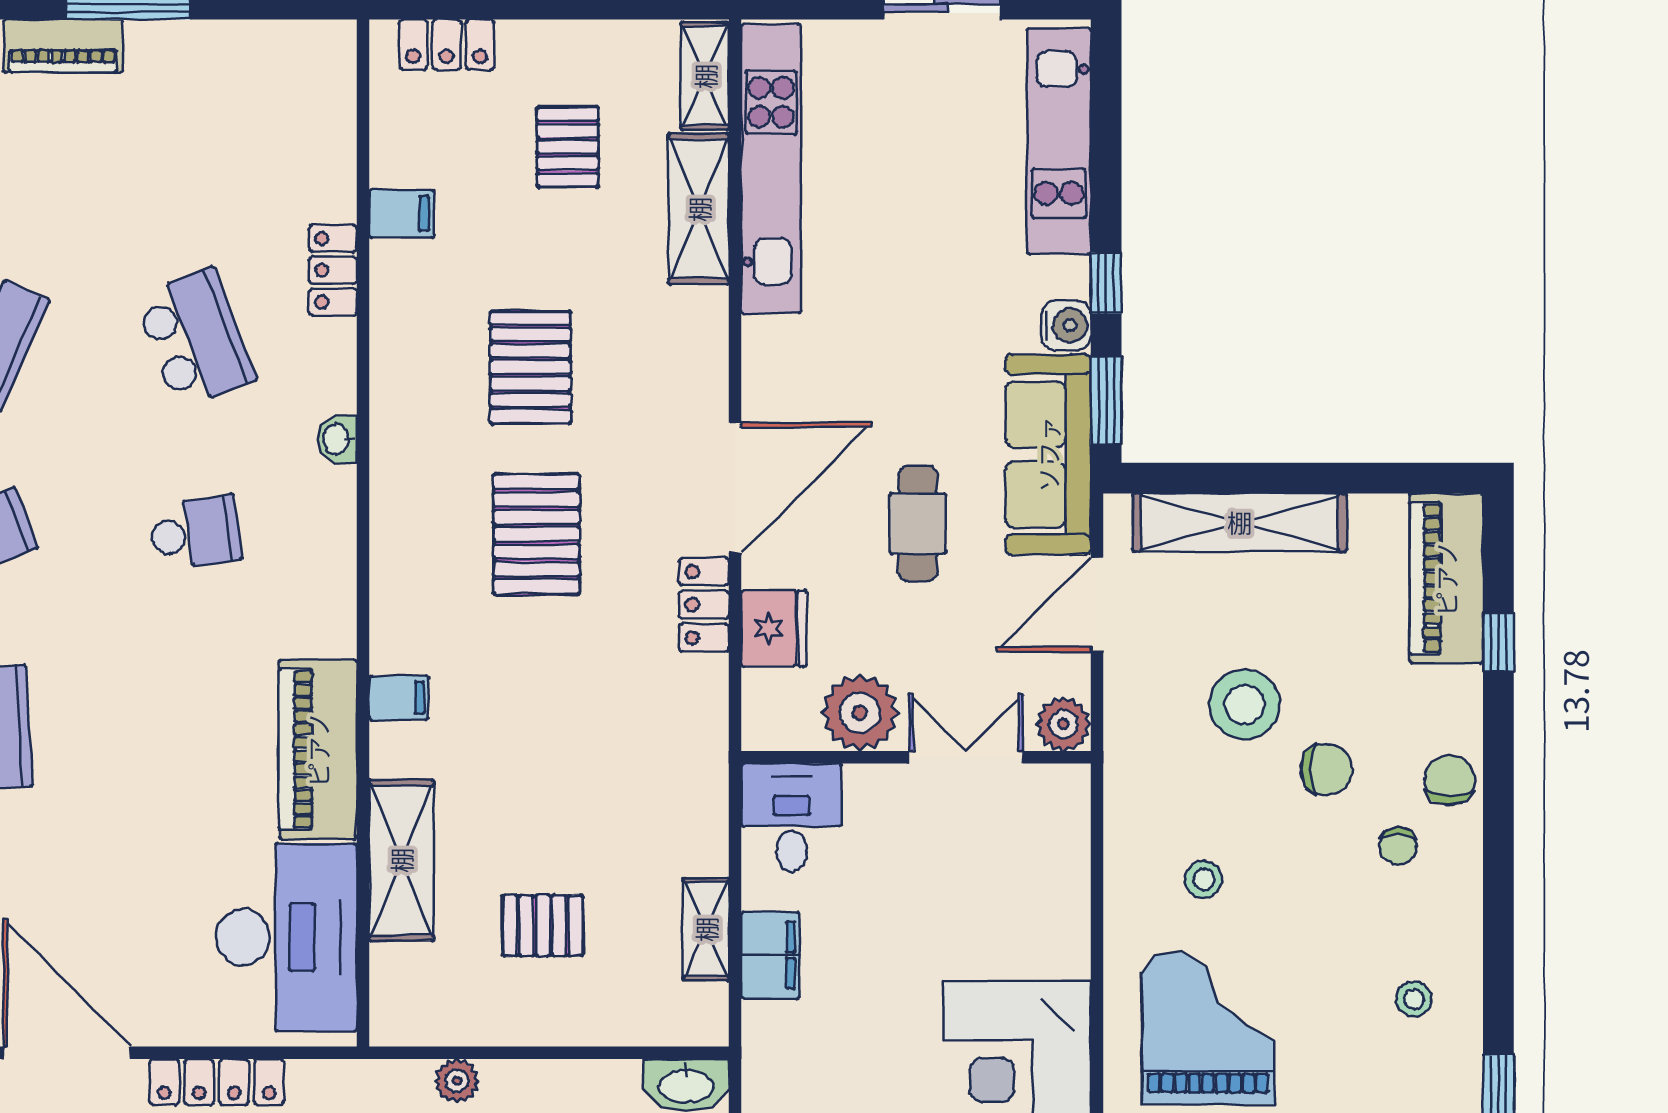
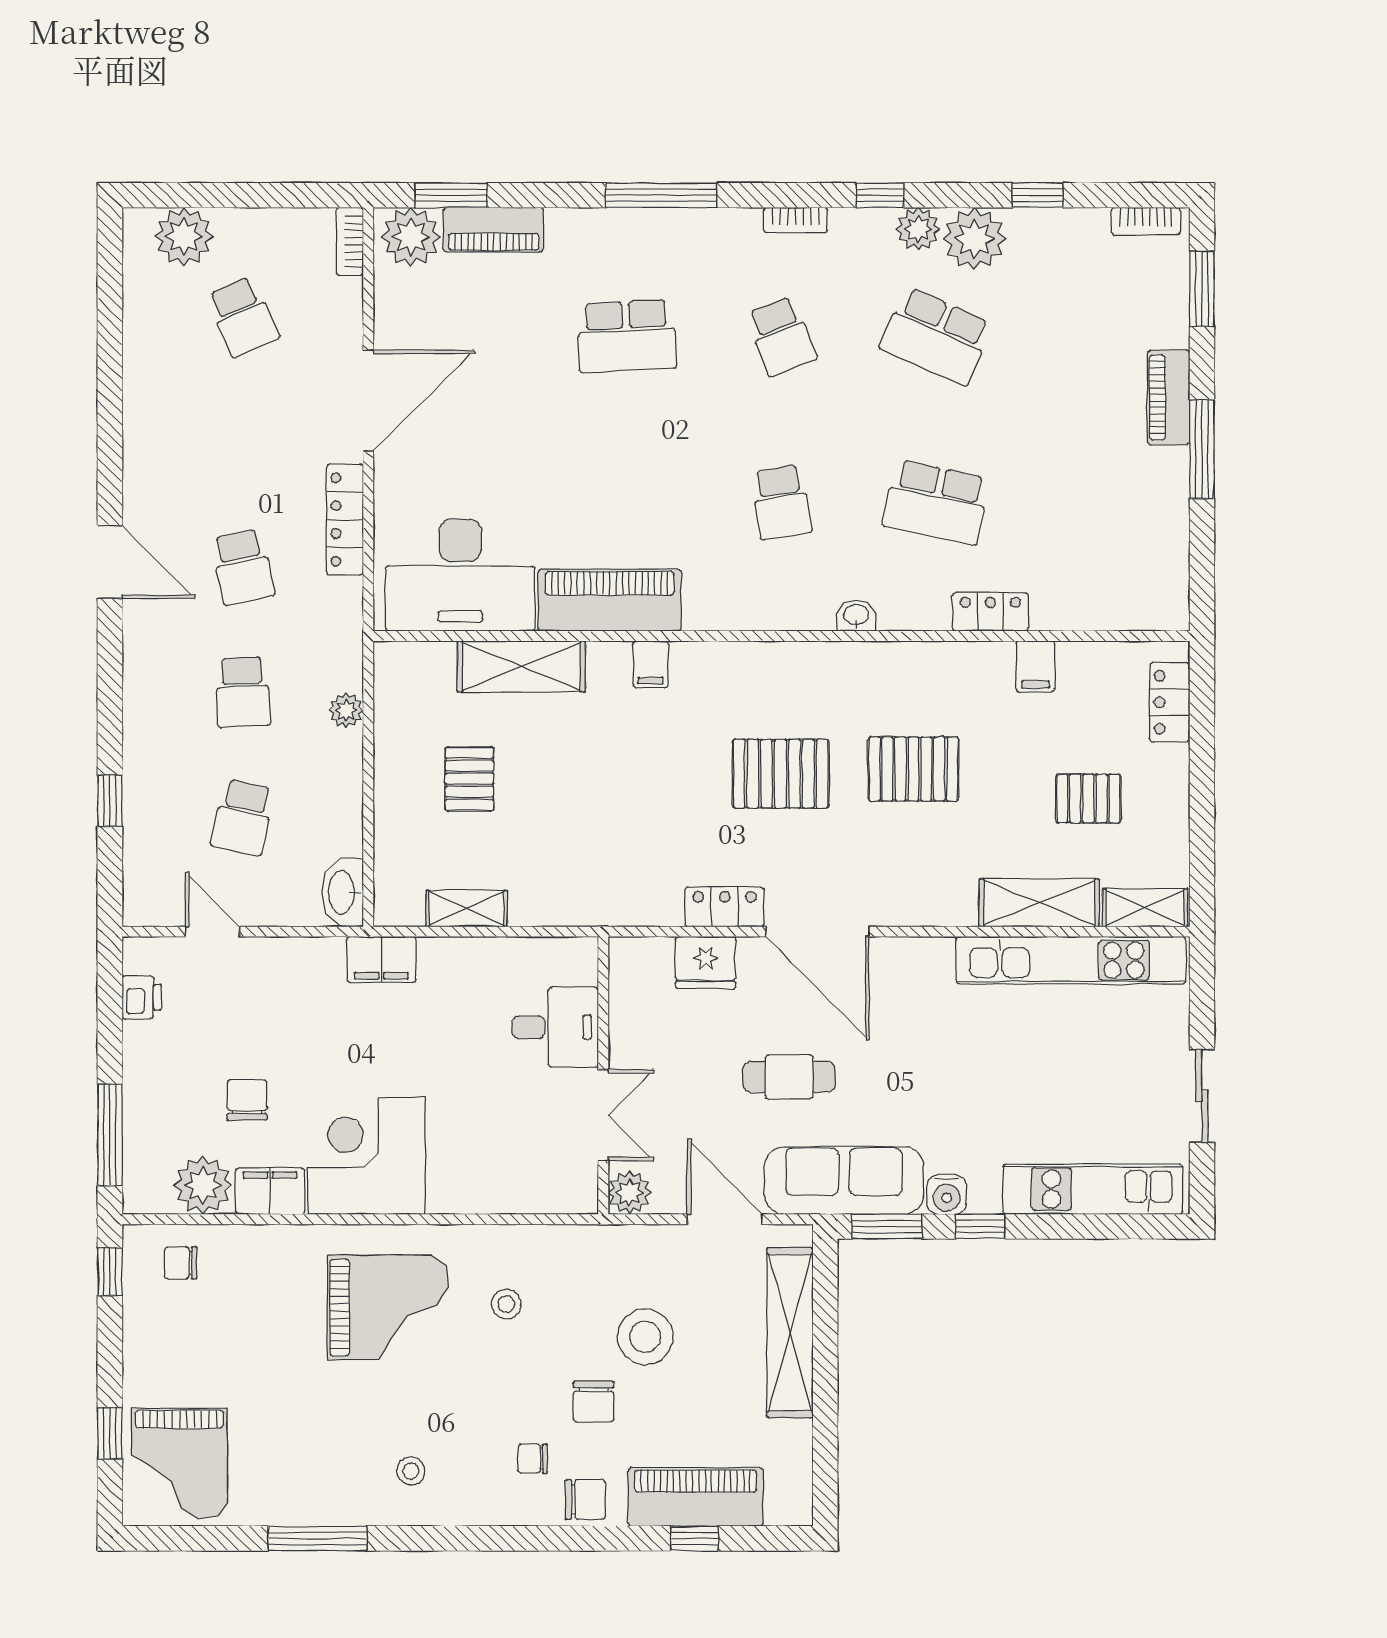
school desk: (195, 338) -> (936, 502), turned 33
piano: (1446, 578) -> (696, 1497), moved
plant: (860, 713) -> (639, 1031), removed
desk: (791, 818) -> (555, 1027), moved
filing cabinet: (770, 955) -> (381, 960), moved

